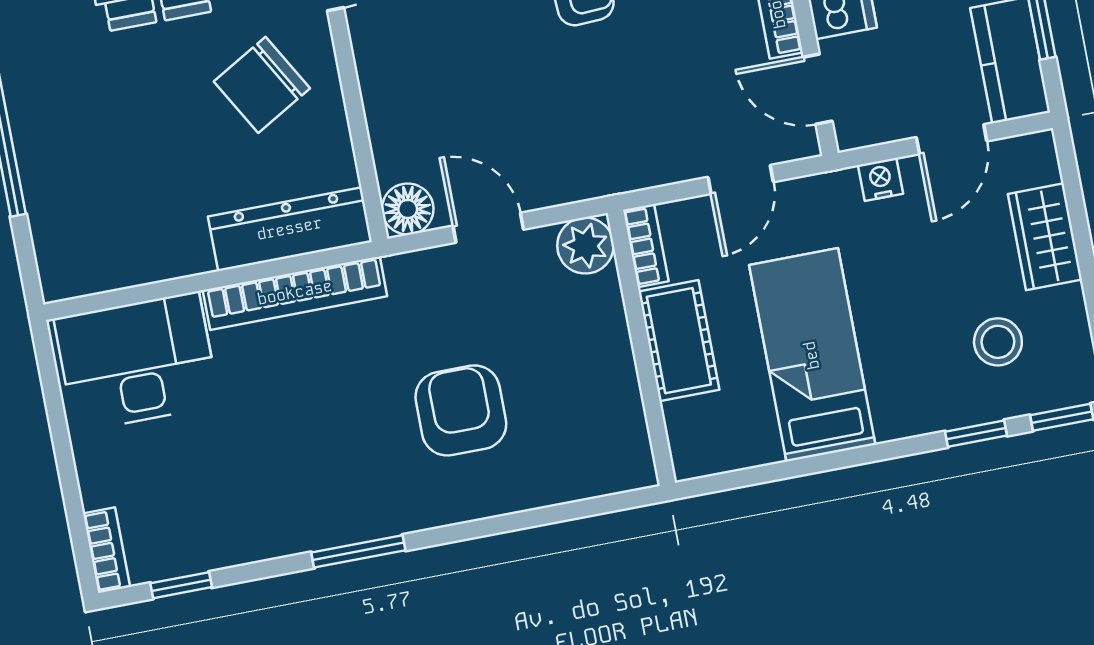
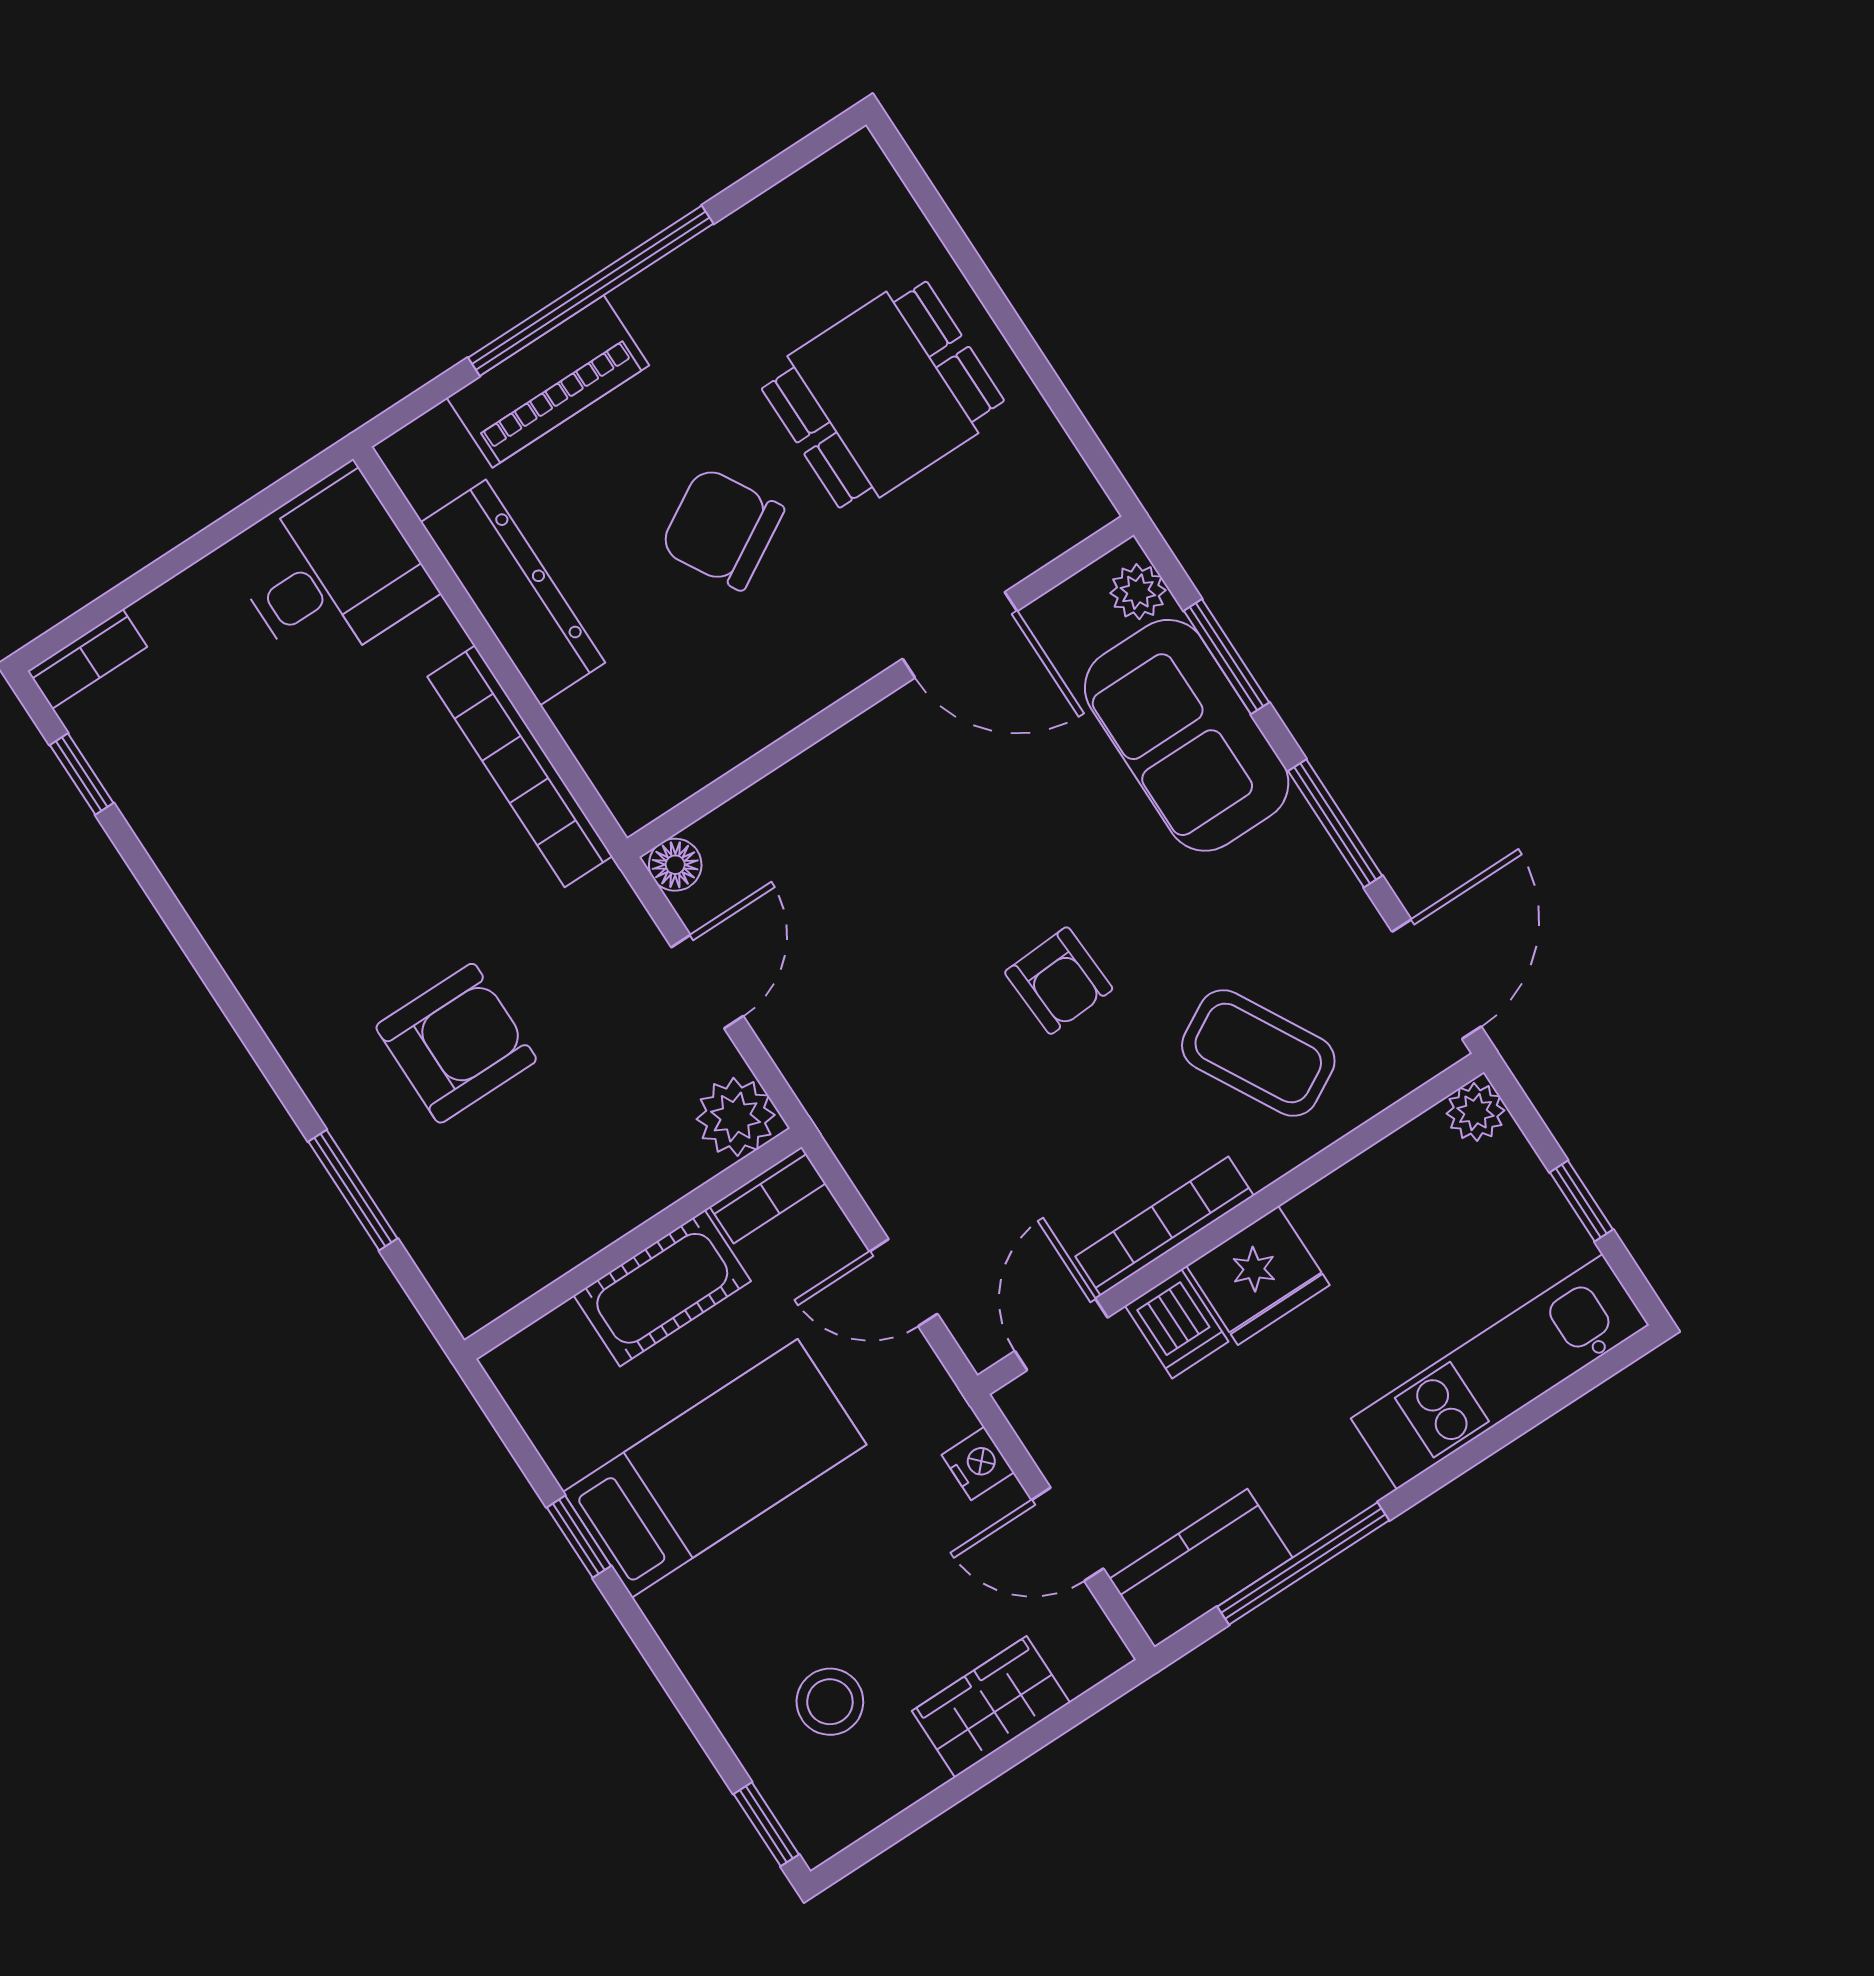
chair: (262, 85) -> (722, 529), moved
piano: (48, 170) -> (548, 382), added
floor lamp: (408, 209) -> (675, 865), width x0.73, depth x0.73
dresser: (290, 229) -> (513, 592), moved
desk: (137, 362) -> (332, 575), width x0.73
window: (976, 434) -> (579, 1537), moved
window: (358, 551) -> (353, 1190), moved

